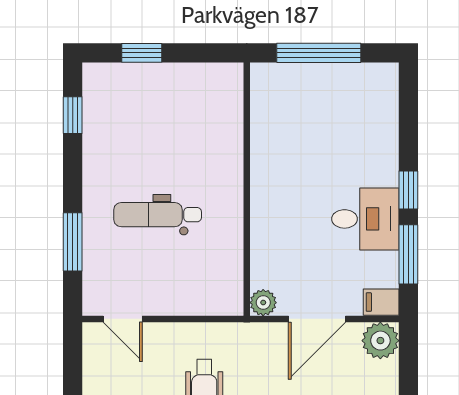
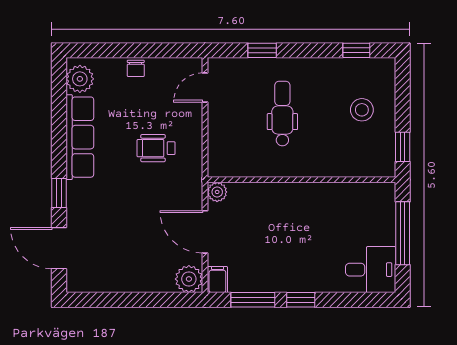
window: (142, 53) -> (403, 147), moved
stool: (153, 108) -> (362, 110), added
desk: (365, 219) -> (371, 270), moved, turned -90
window: (73, 242) -> (262, 50), width x0.67

